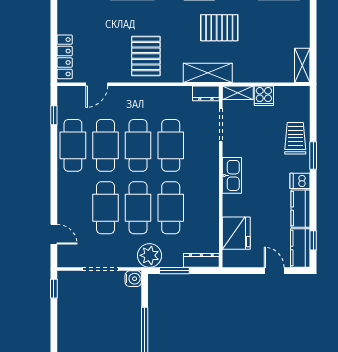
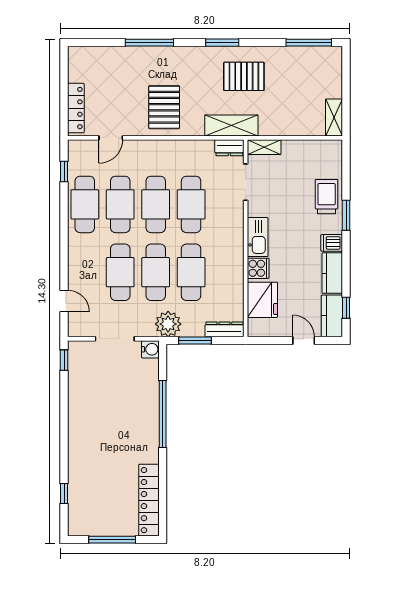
cooker: (264, 96) -> (258, 268), moved, turned -90

